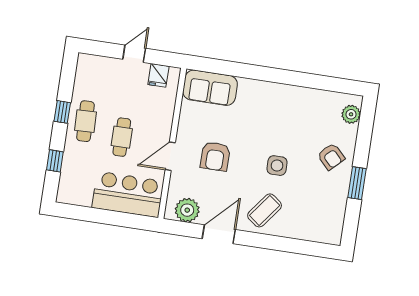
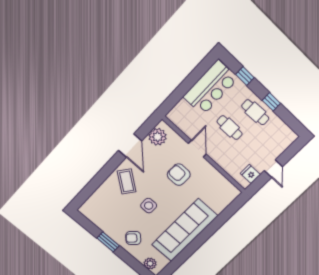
sofa: (210, 88) -> (185, 230), moved, width x1.85, depth x1.27
bar counter: (128, 194) -> (210, 88), moved

